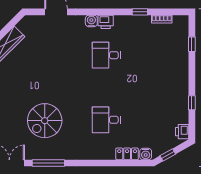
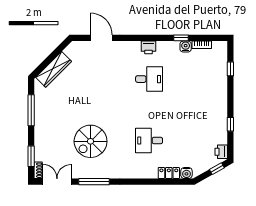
water cooler: (91, 21) -> (186, 47), moved
desk: (106, 55) -> (149, 79), turned 180
window: (168, 155) -> (217, 169), moved

